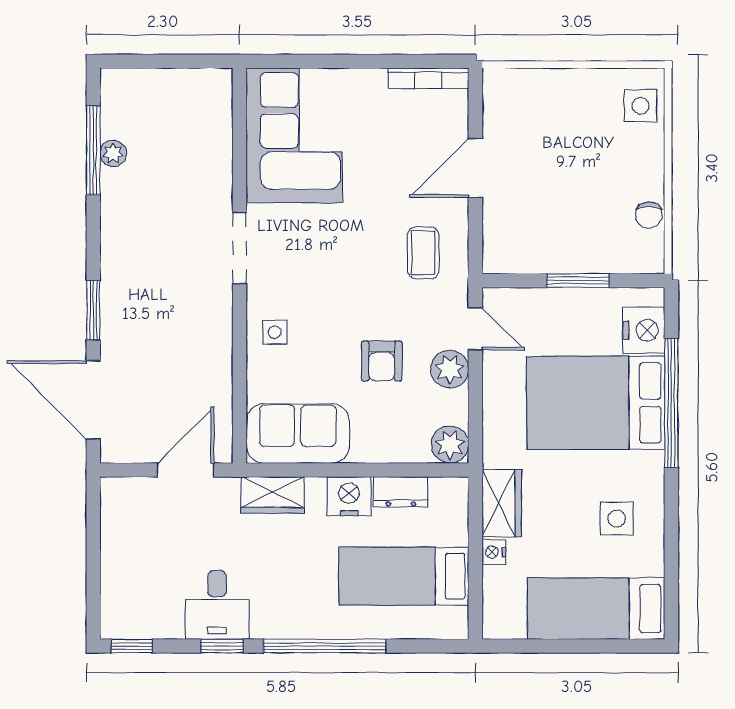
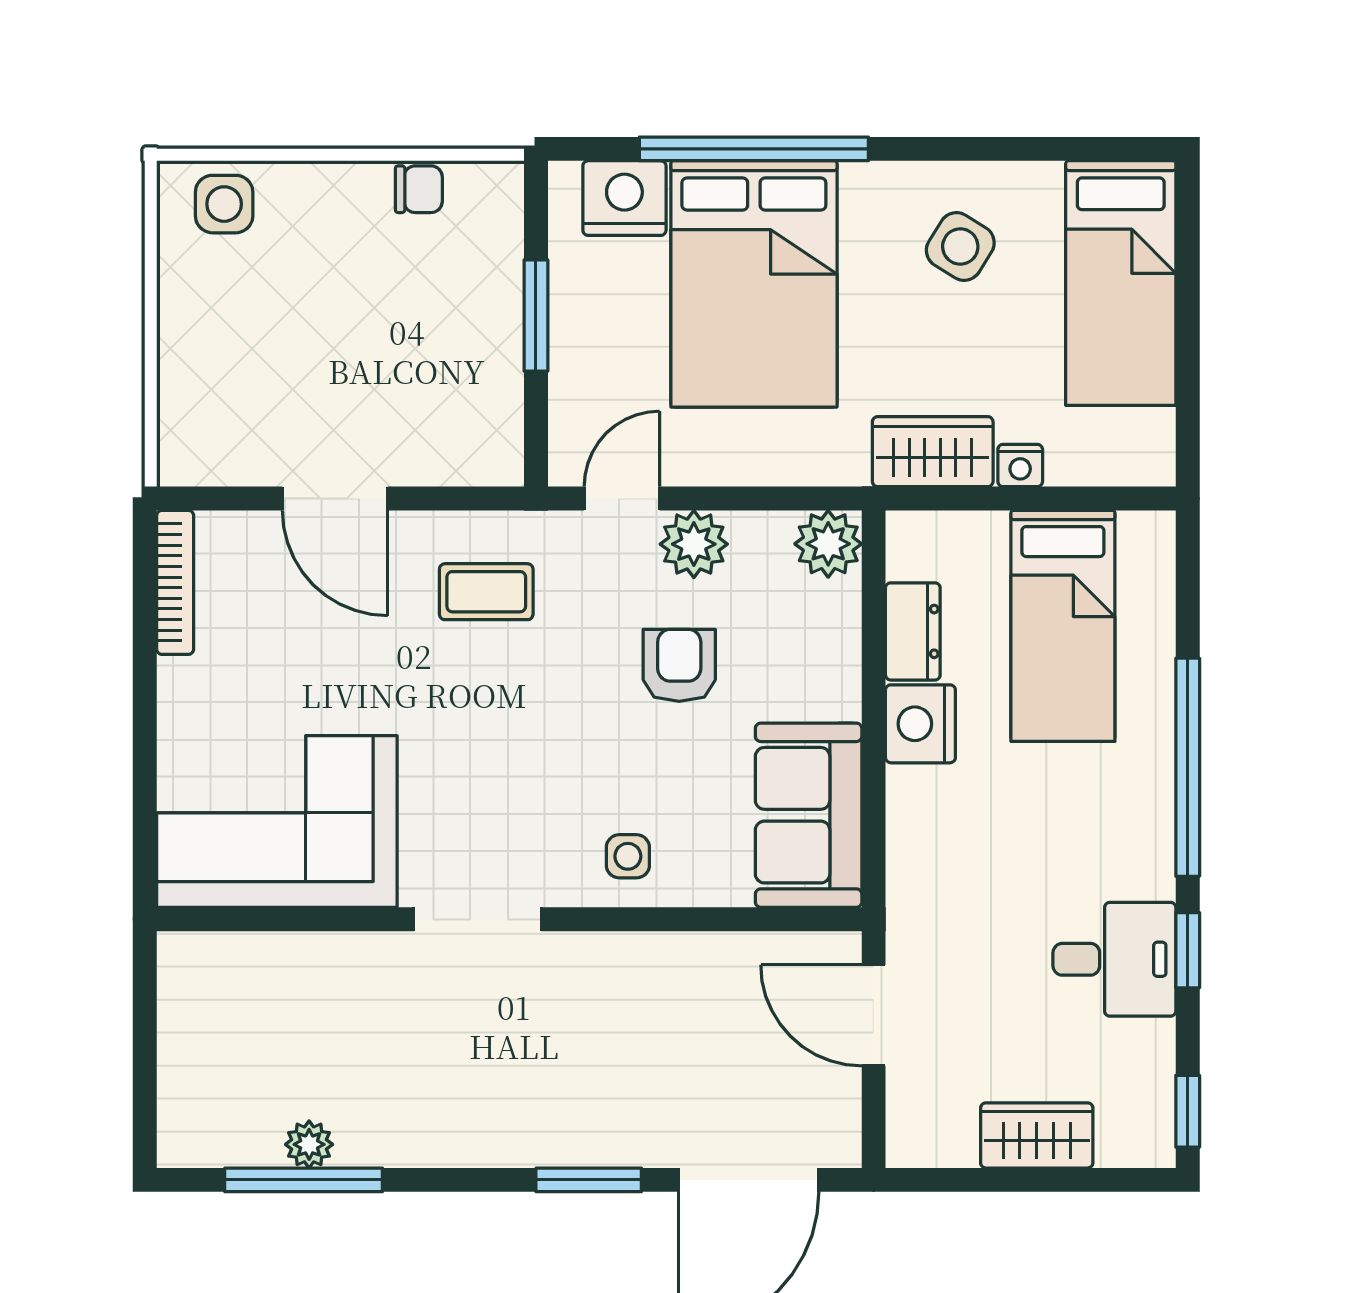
armchair: (382, 361) -> (679, 665), turned -90
wardrobe: (273, 495) -> (1037, 1135), moved, turned -90
side table: (617, 519) -> (960, 246), turned 32

